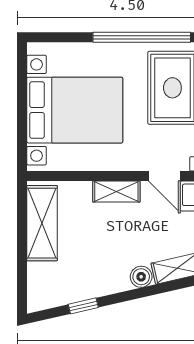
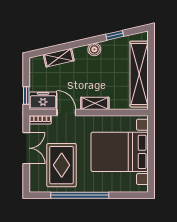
shelving: (42, 223) -> (139, 74), width x1.47
boiler: (141, 277) -> (94, 49), moved

